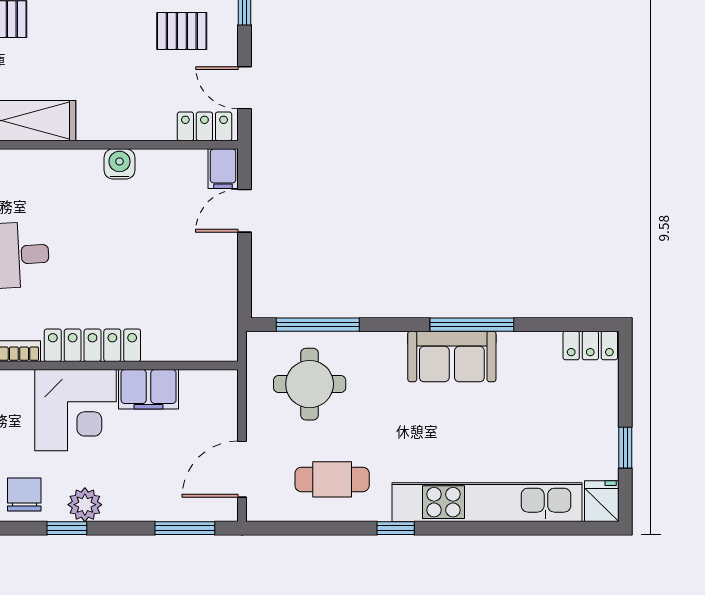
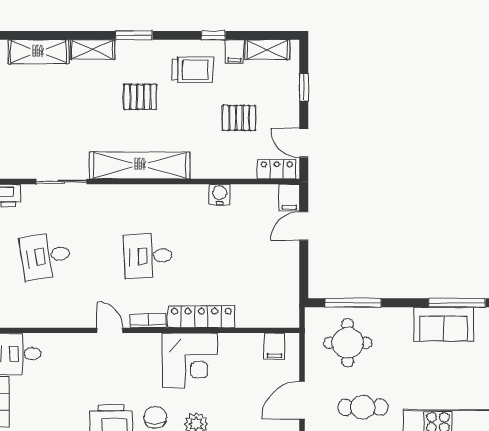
pallet: (182, 31) -> (239, 118), moved
filing cabinet: (149, 389) -> (275, 346), moved, width x0.50

